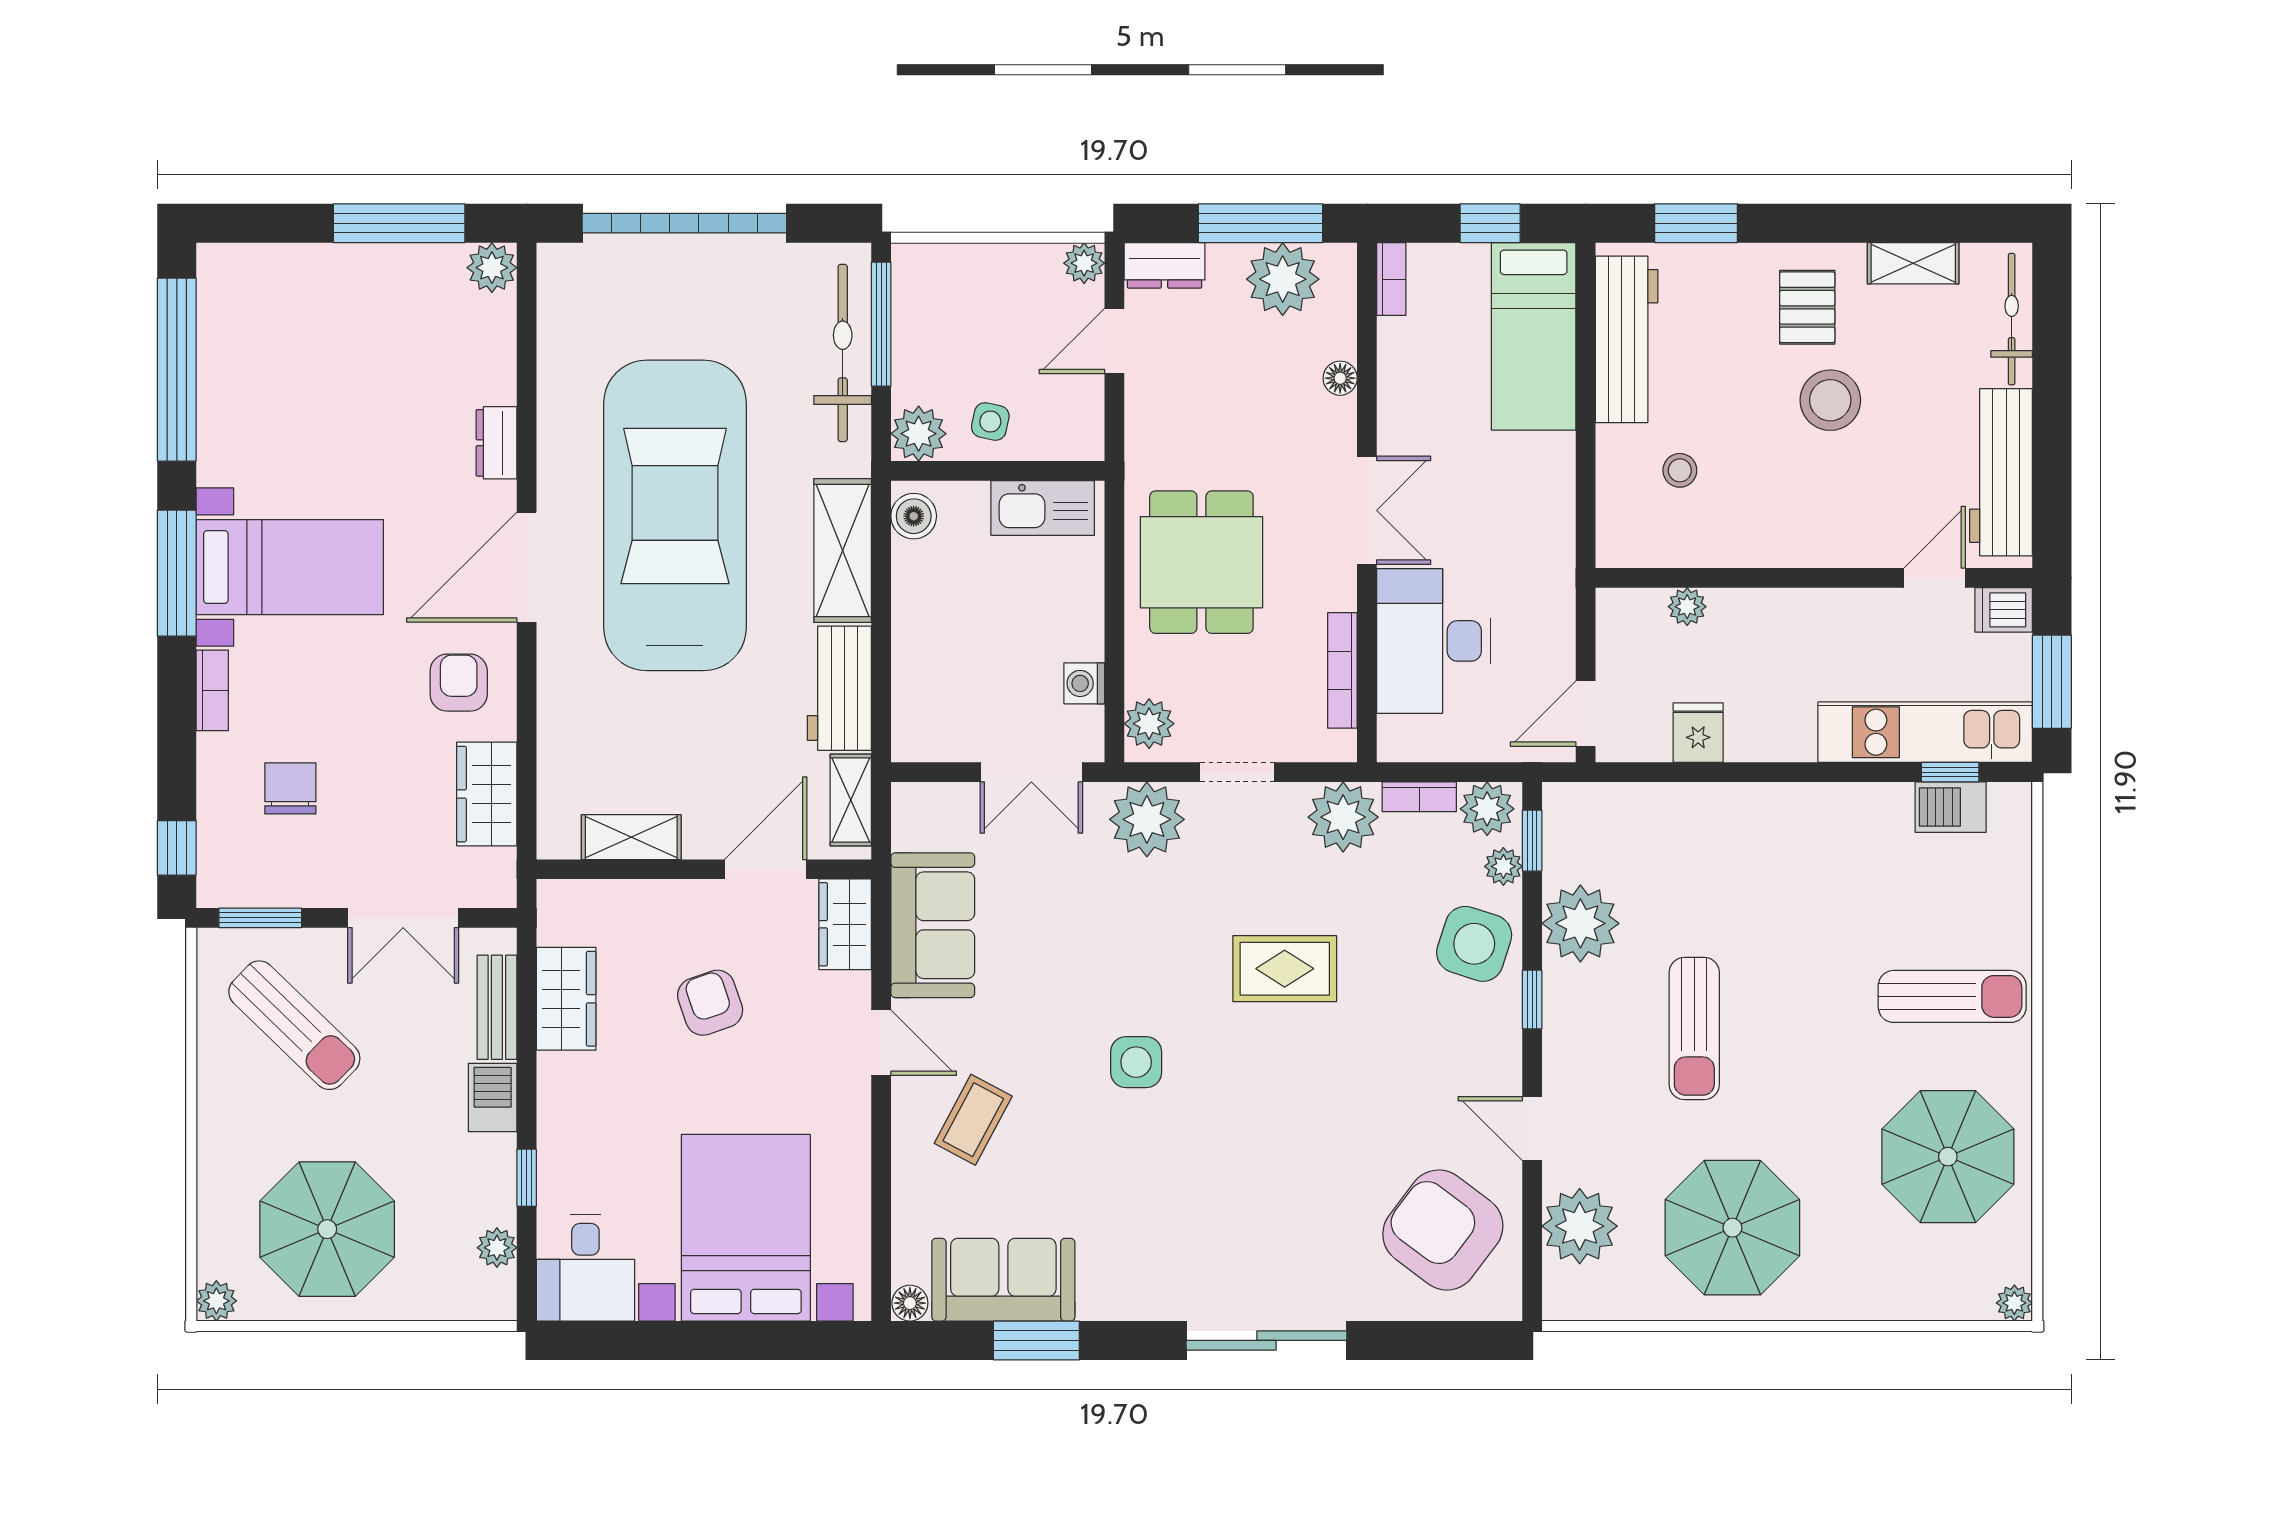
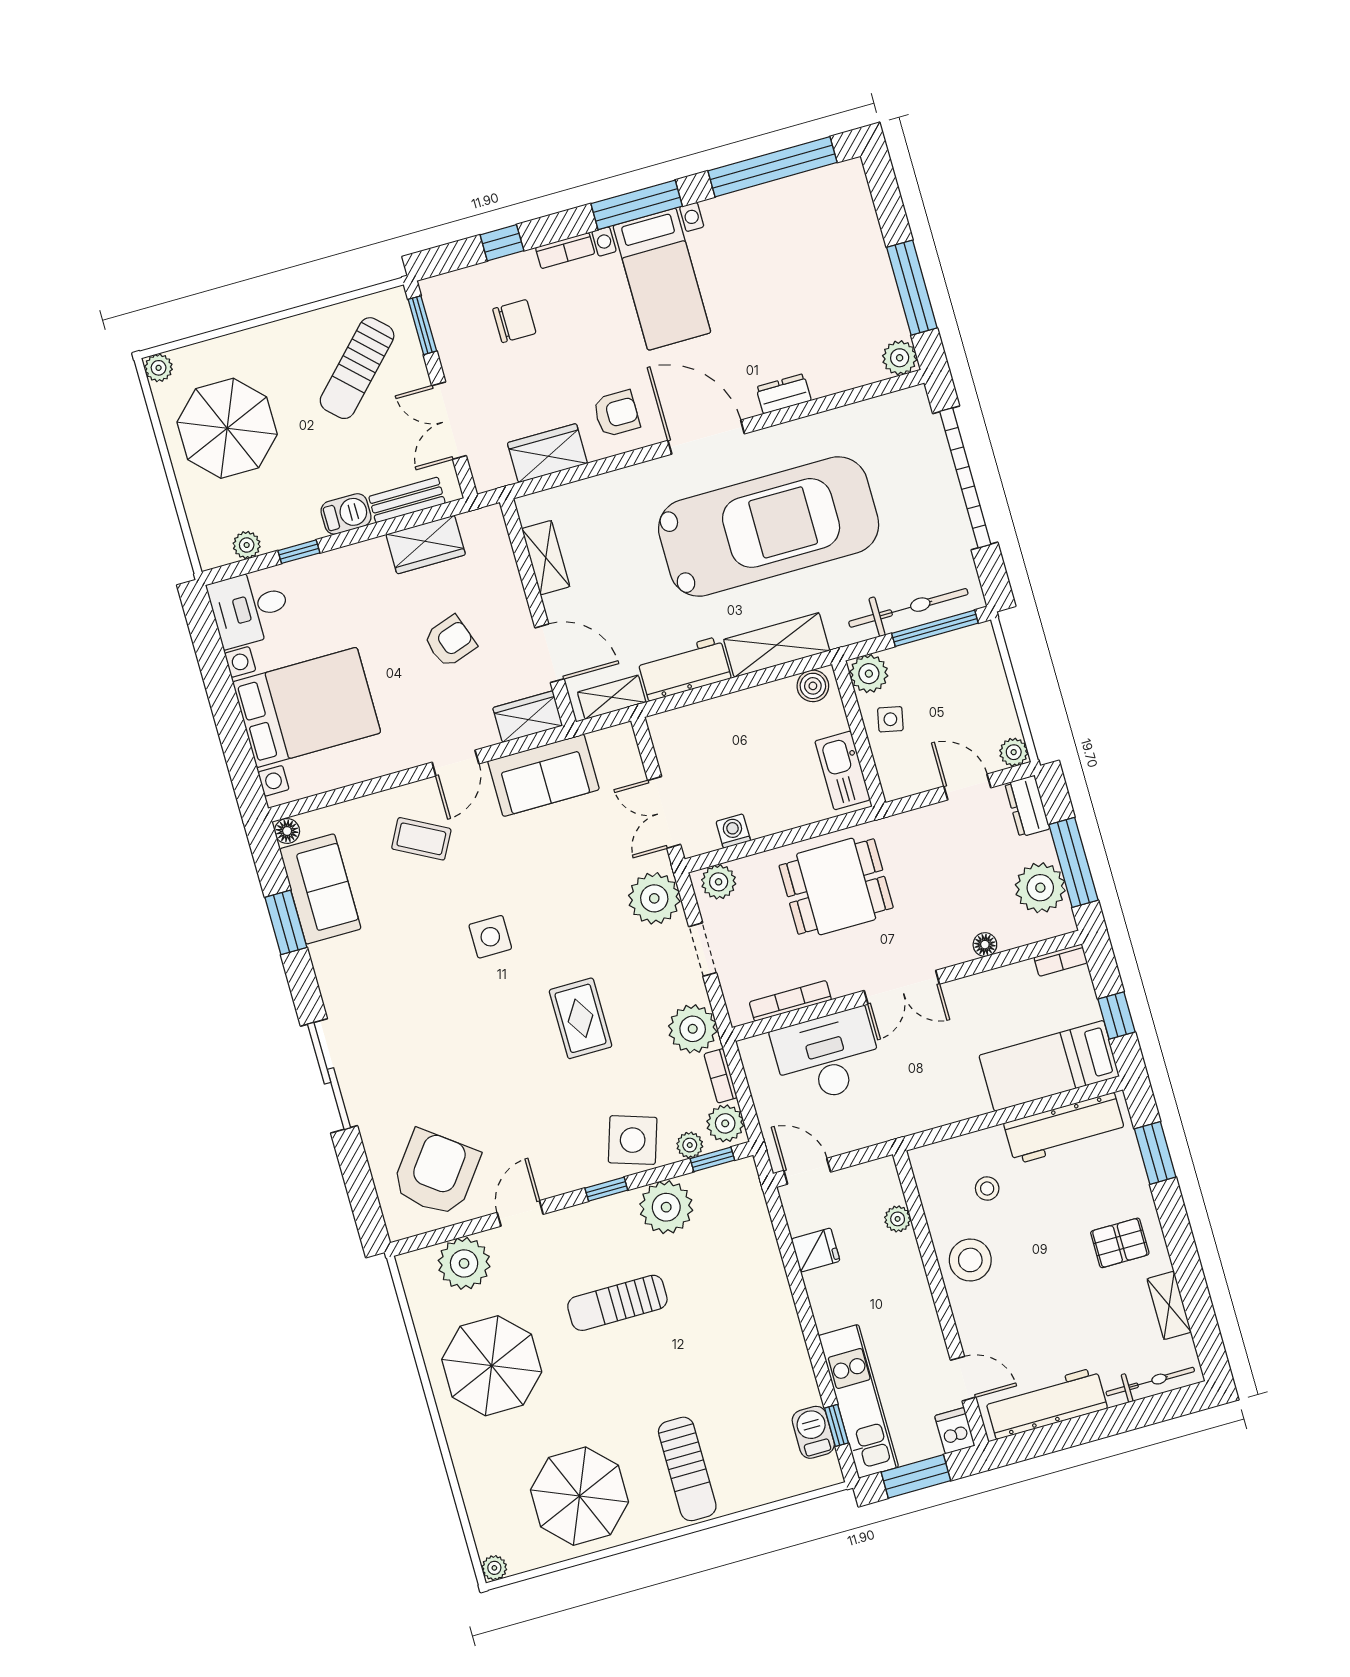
stool: (1830, 400) -> (970, 1260), moved
window: (177, 848) -> (502, 243), moved

